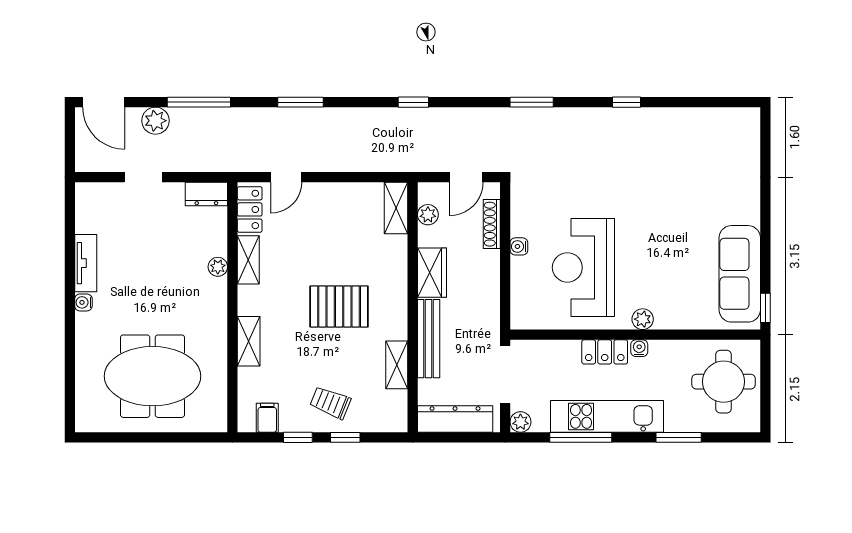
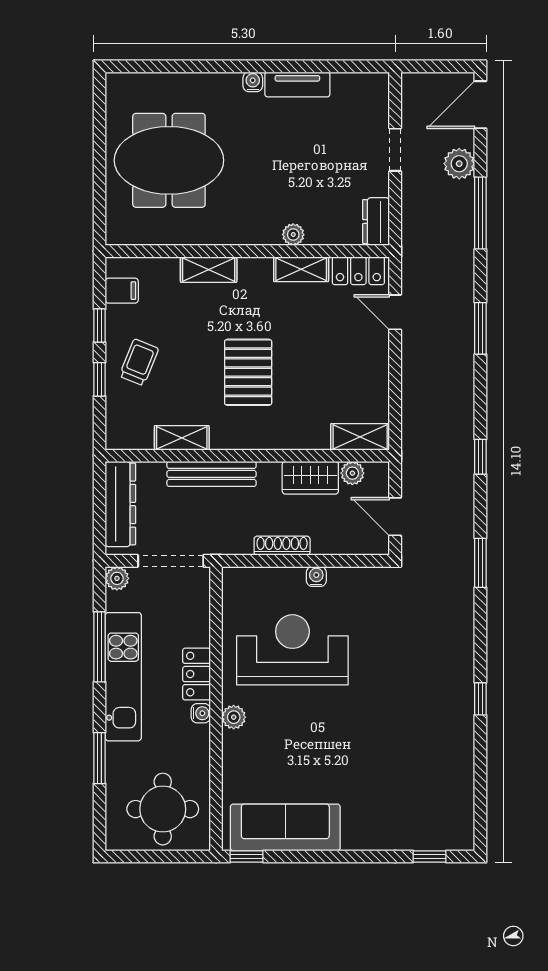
window: (532, 102) -> (480, 563), moved
window: (765, 147) -> (430, 856), added
shoe rack: (492, 224) -> (282, 546), moved
wardrobe: (432, 273) -> (310, 478), moved
meeting table: (153, 376) -> (169, 160), turned 90

